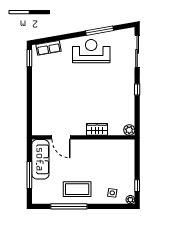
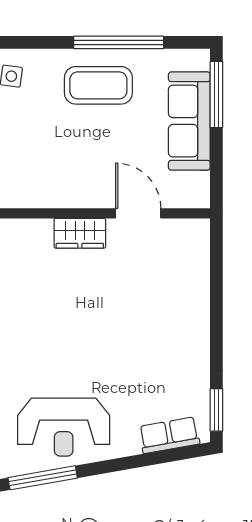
wardrobe: (97, 129) -> (80, 233), moved
sofa: (40, 159) -> (189, 121), moved
window: (29, 175) -> (216, 95), moved

